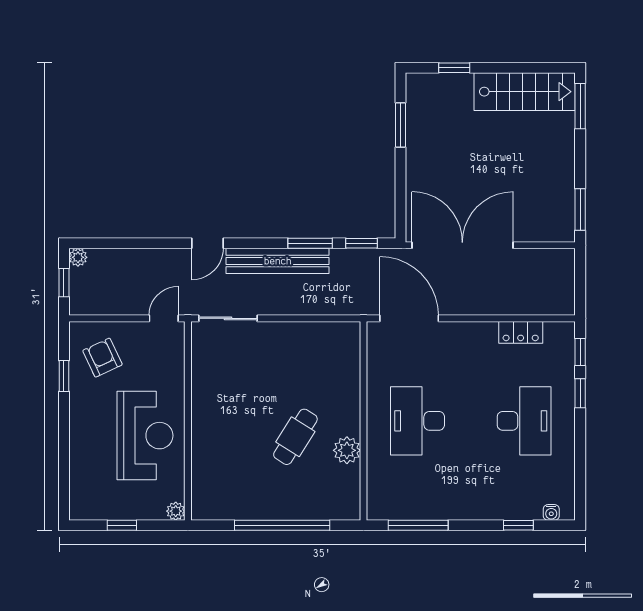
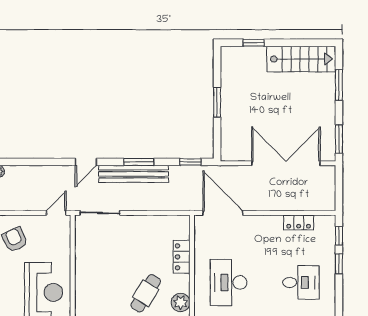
window: (580, 106) -> (339, 85), moved
window: (401, 125) -> (217, 102), moved
window: (310, 243) -> (139, 162), moved
double door: (462, 245) -> (286, 163), moved
locker: (348, 383) -> (182, 257), added
desk: (524, 421) -> (301, 282), width x0.73

